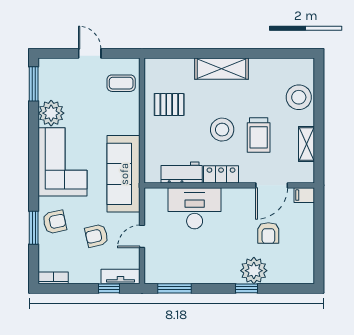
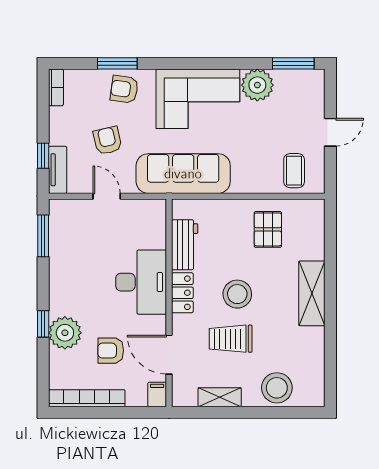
desk: (195, 208) -> (141, 282), moved
armchair: (55, 222) -> (124, 89), turned 110
bookcase: (307, 253) -> (87, 398), added

